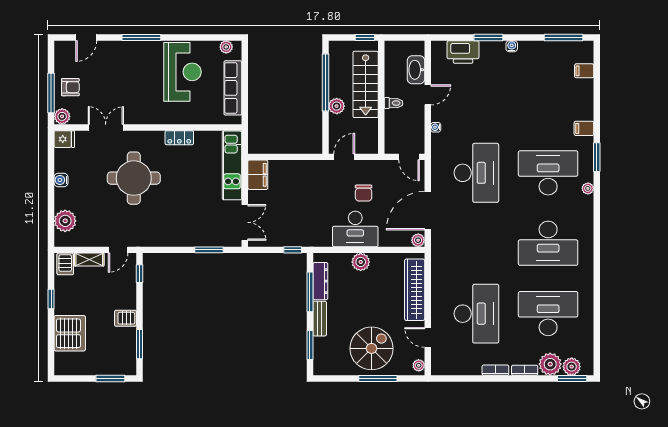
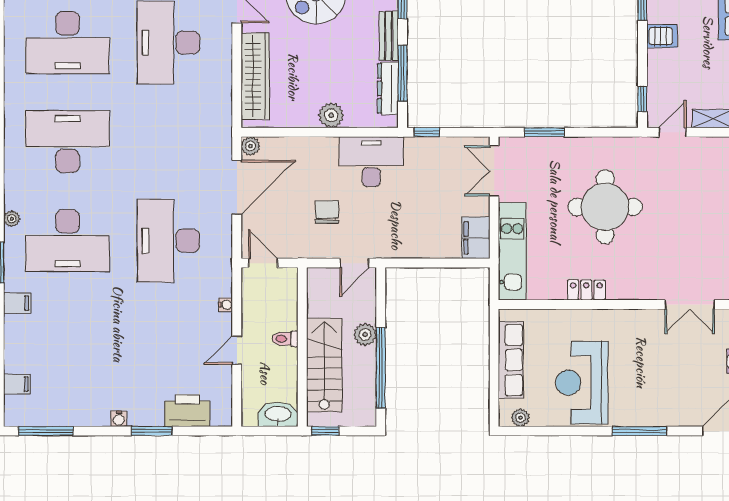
washbasin: (416, 70) -> (278, 414), moved, turned -90
round table: (134, 178) -> (605, 207), moved
desk: (355, 229) -> (371, 162), moved

